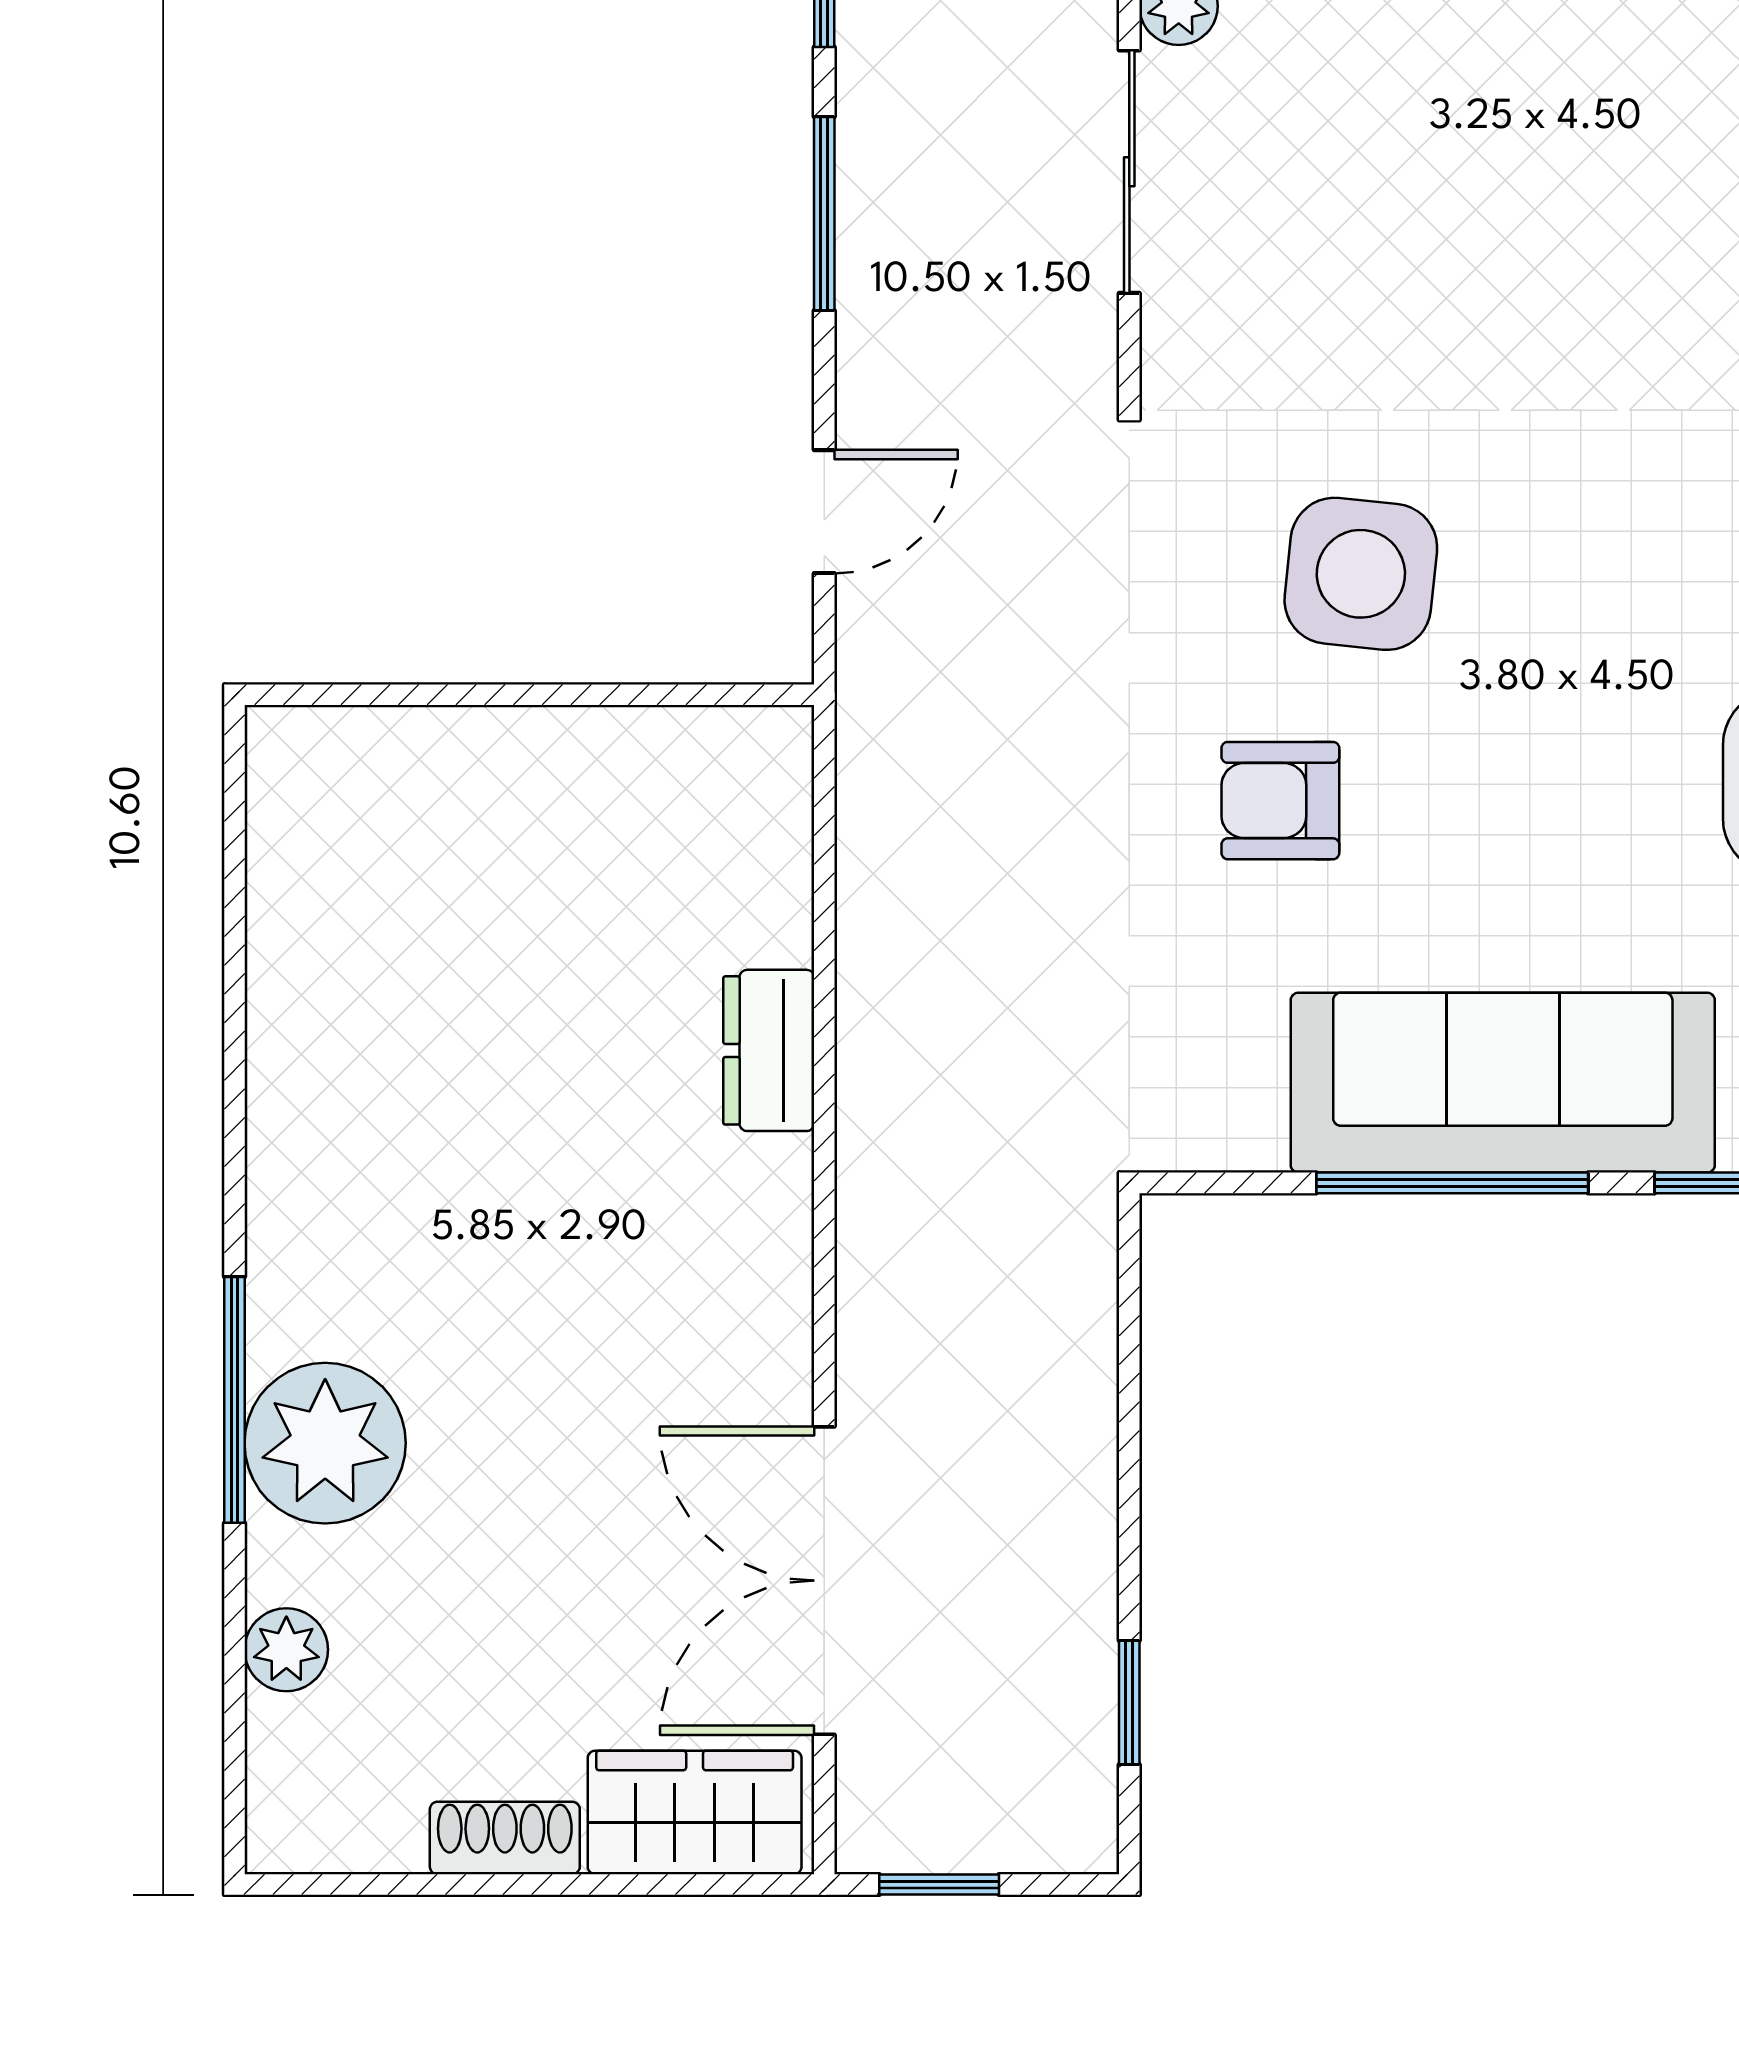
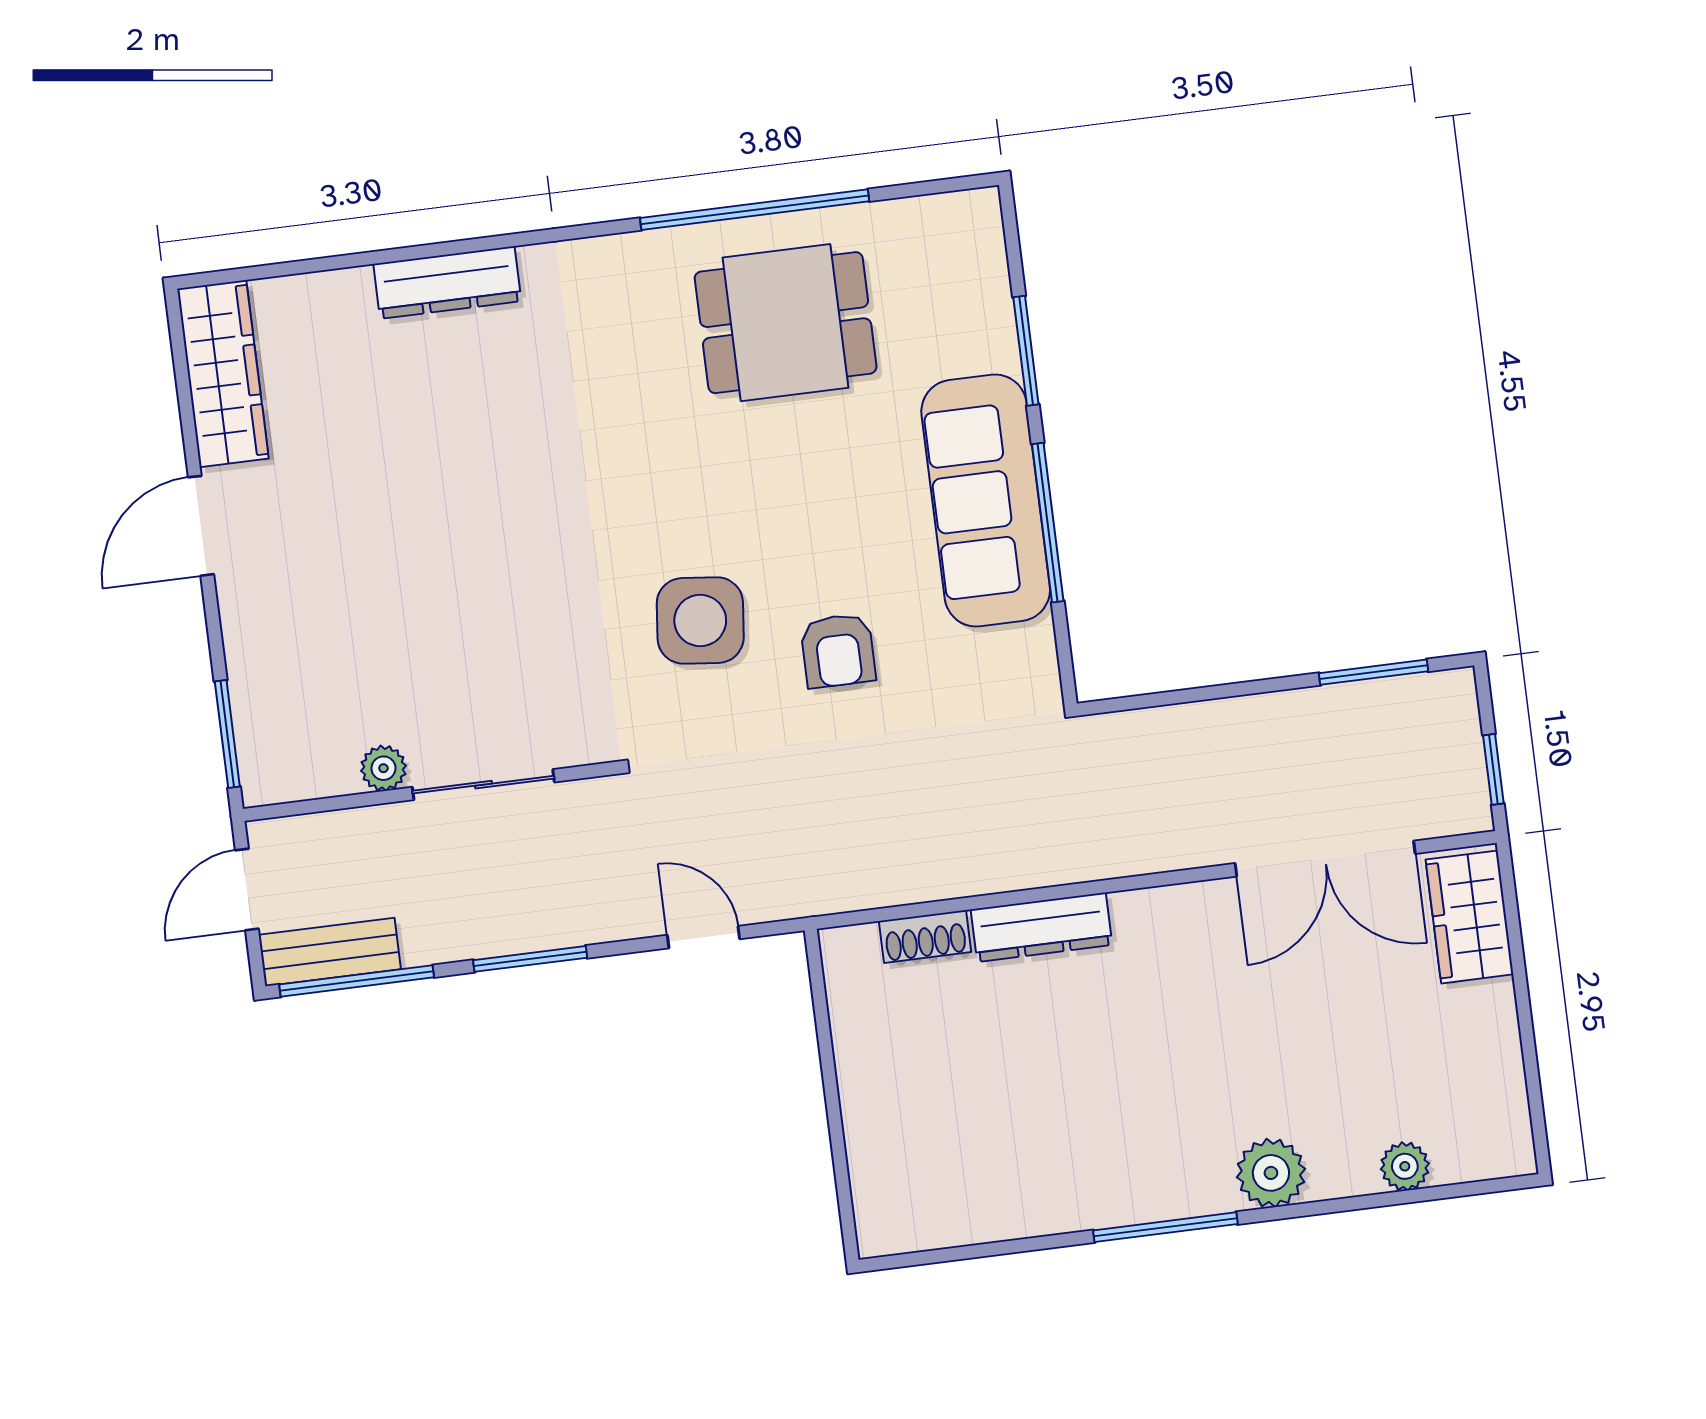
dresser: (769, 1050) -> (1041, 927), width x1.44
window: (234, 1400) -> (1165, 1227), moved
plant: (325, 1443) -> (1271, 1173), width x0.73, depth x0.73
window: (1129, 1702) -> (1374, 672), width x1.50
shoe rack: (505, 1838) -> (925, 937), moved, turned -90

